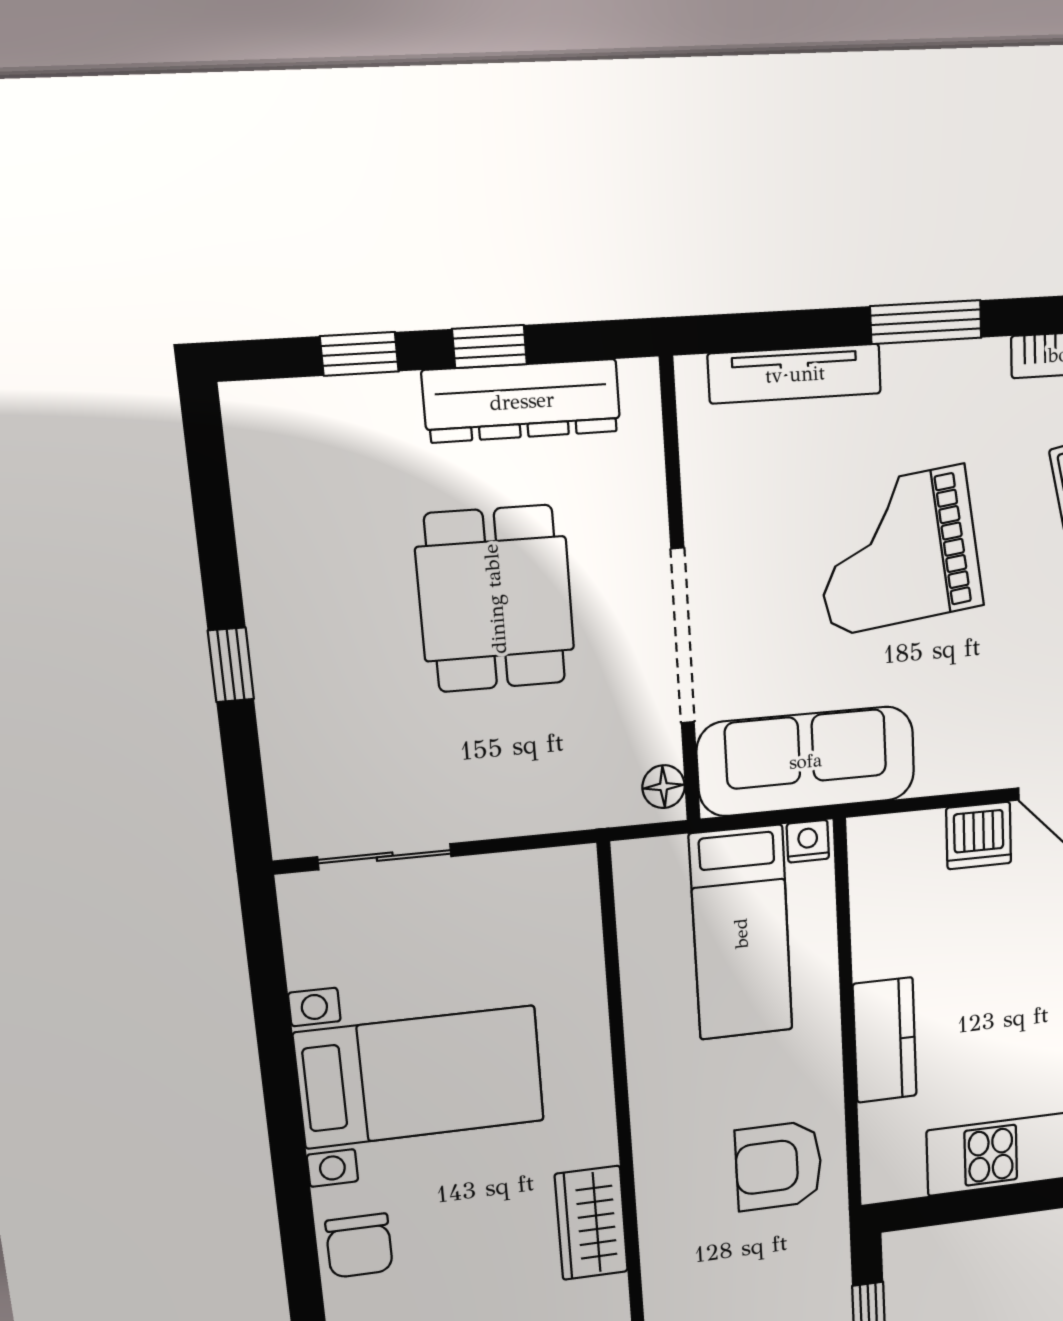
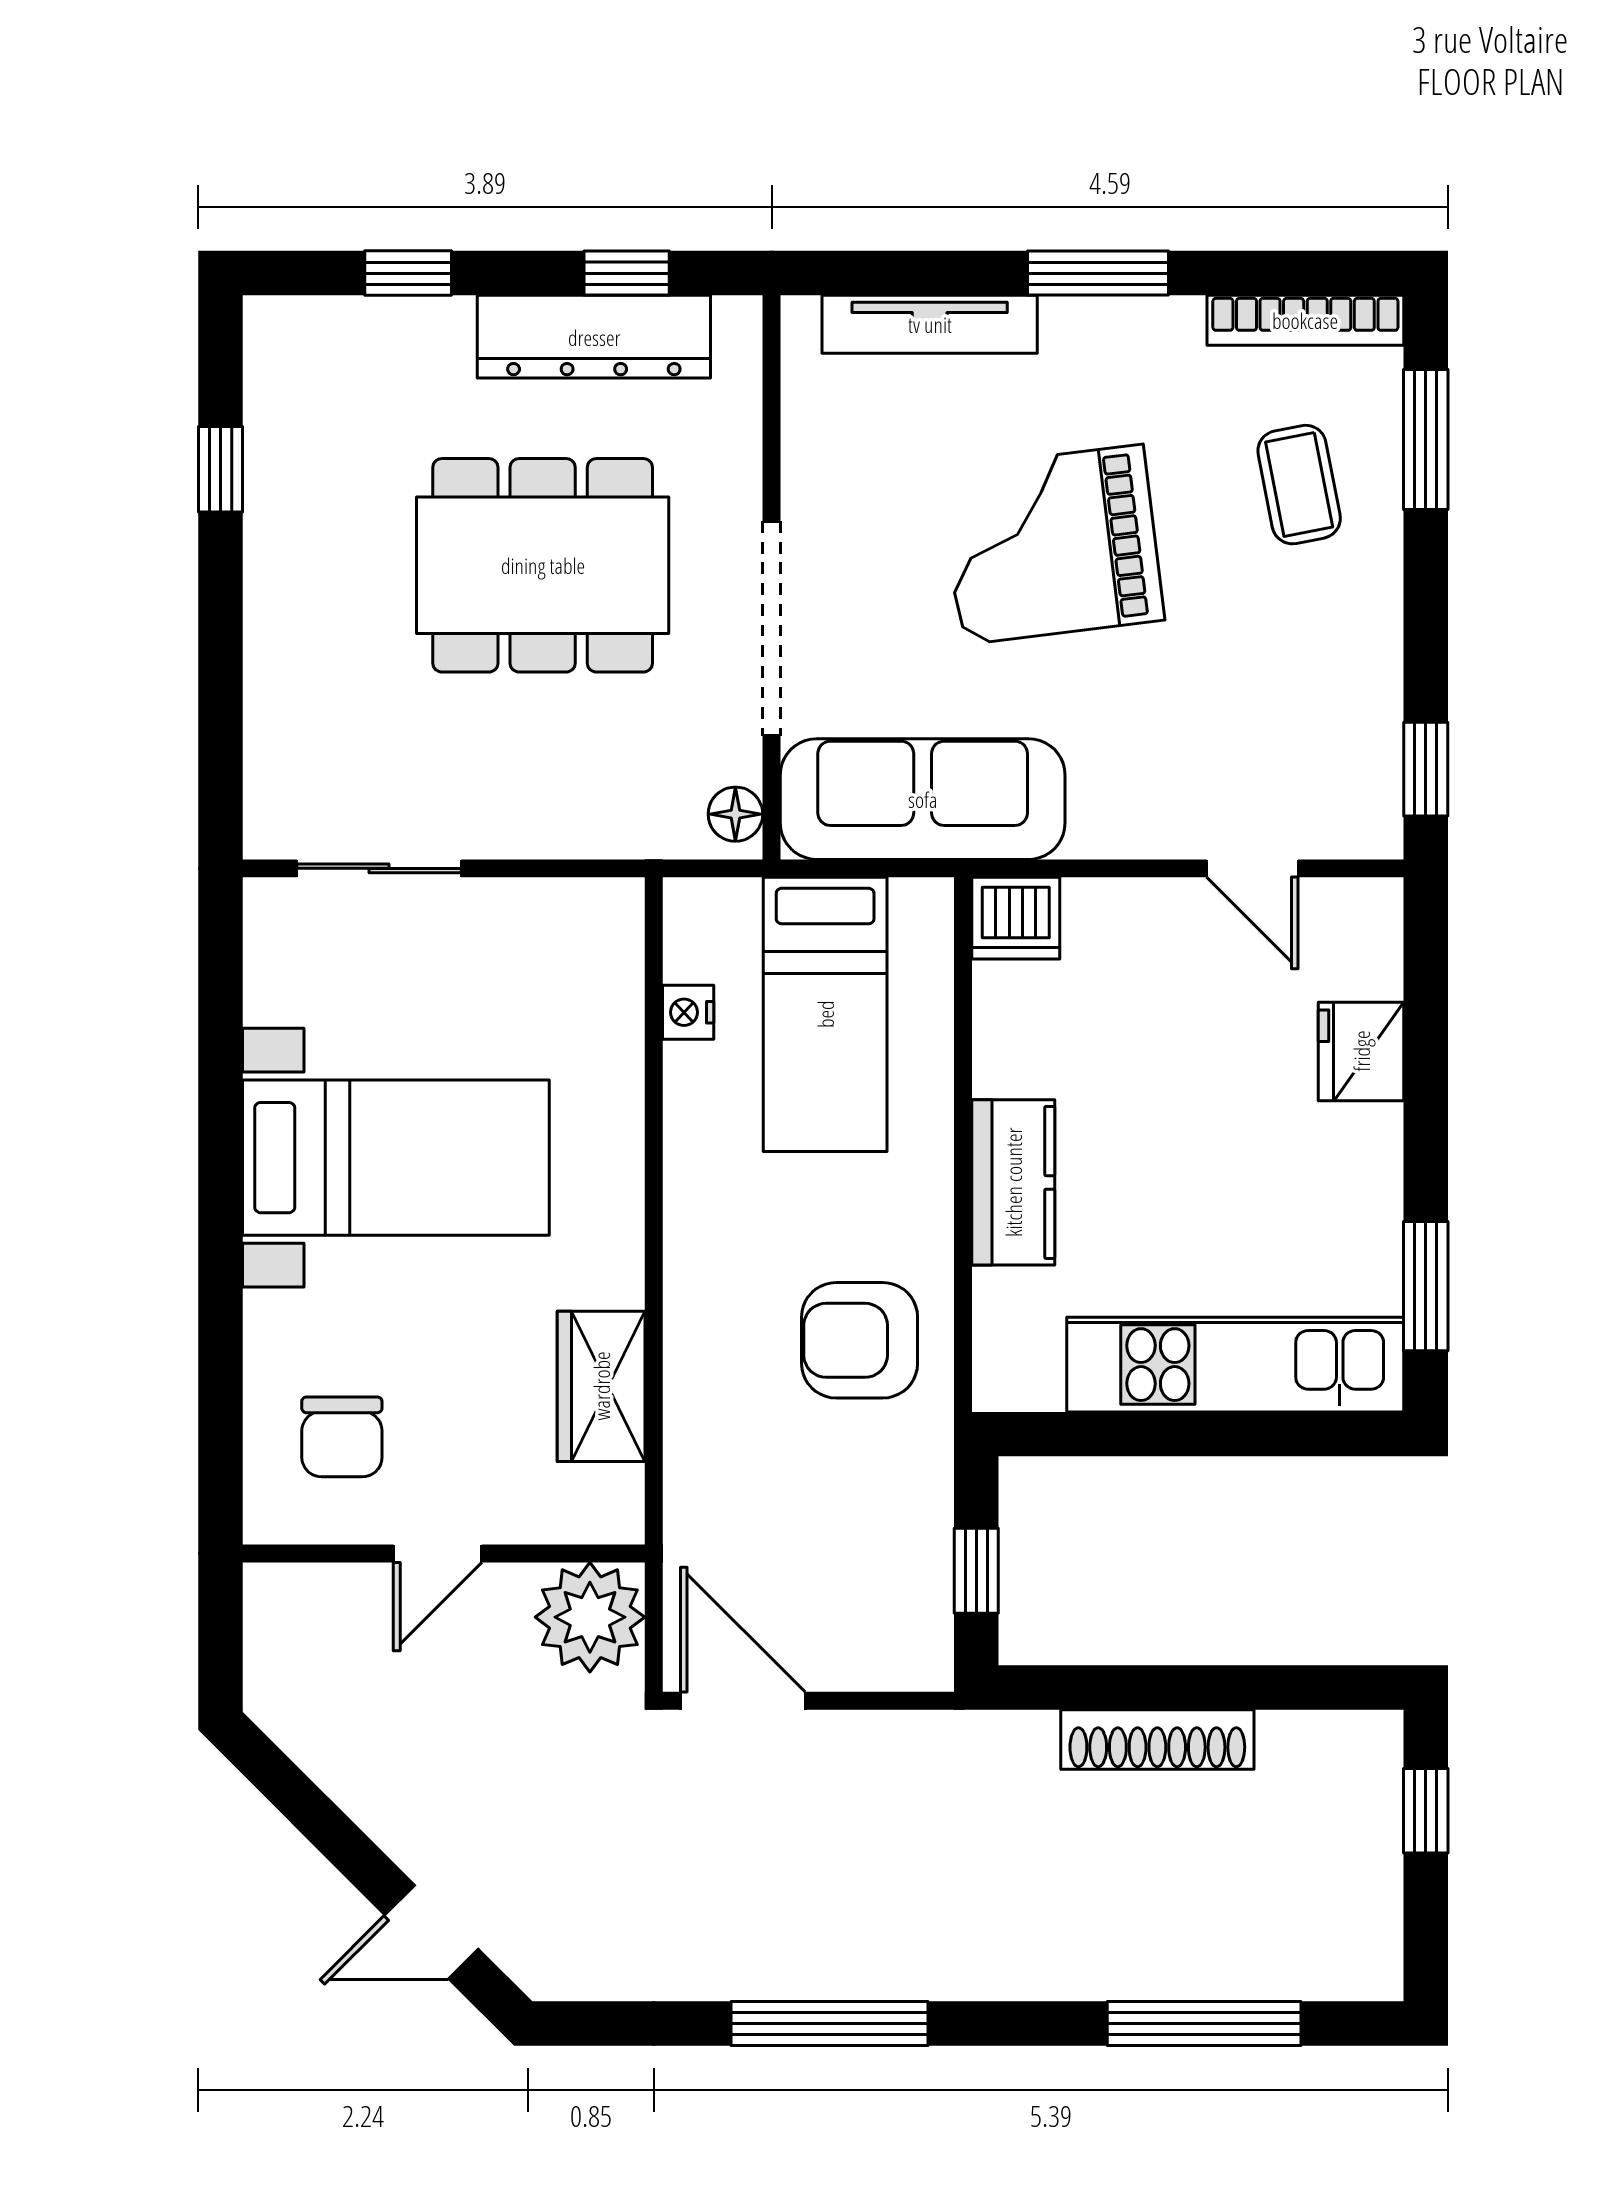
window: (490, 347) -> (627, 273), moved
dining table: (495, 599) -> (543, 565), width x1.38
window: (231, 665) -> (220, 469), moved
dishwasher: (979, 836) -> (1016, 918), moved
nightstand: (808, 841) -> (688, 1012), moved, turned -90
chair: (359, 1246) -> (342, 1437), moved

